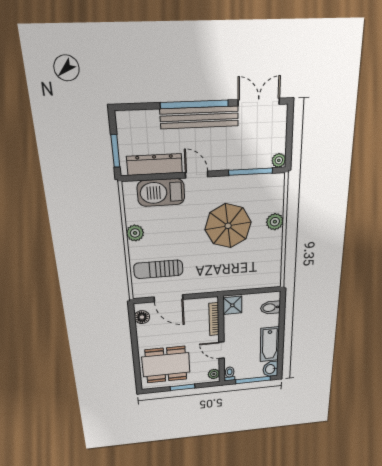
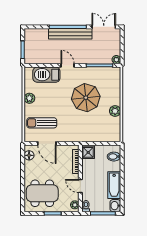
dresser: (155, 164) -> (44, 58), removed
plant: (275, 222) -> (115, 111), moved

